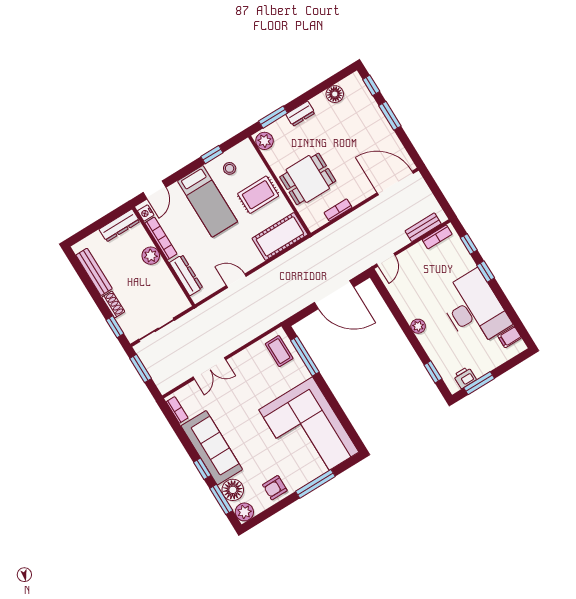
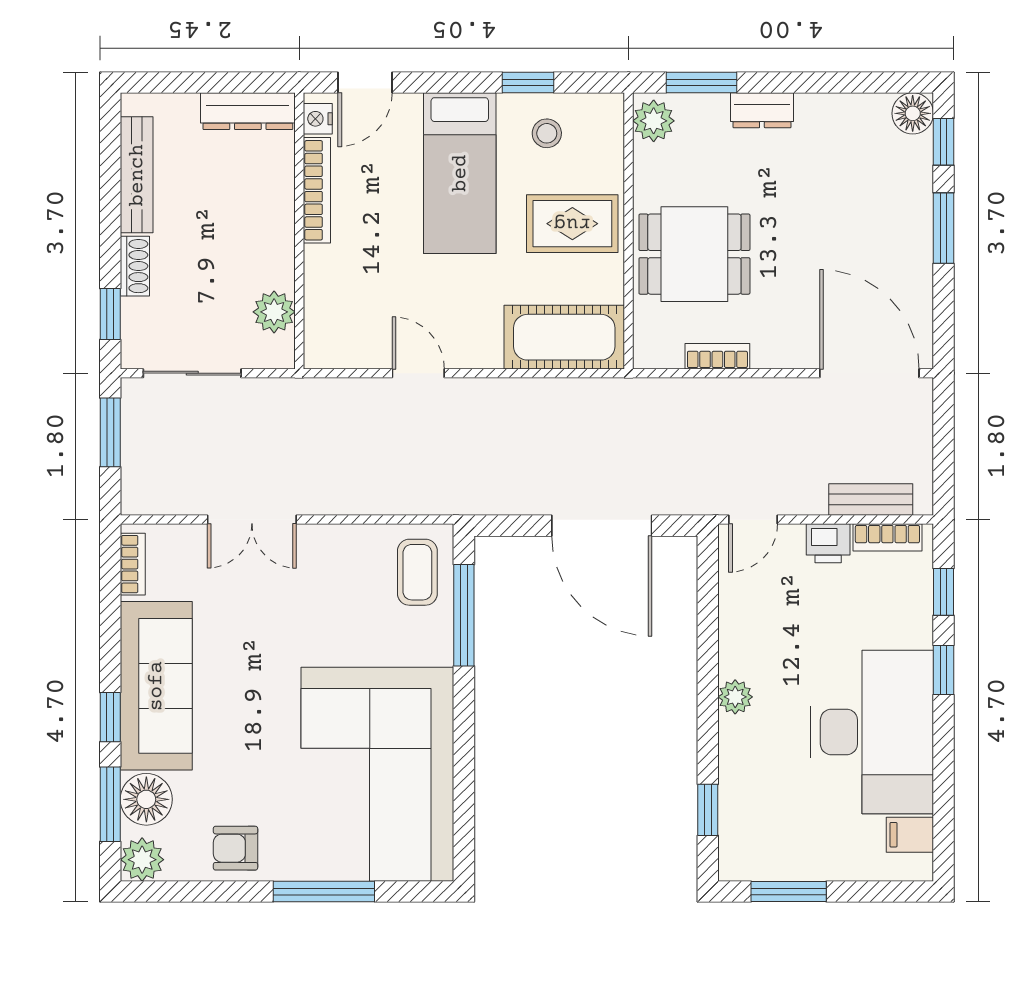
floor lamp: (335, 94) -> (913, 113), moved
plant: (151, 256) -> (274, 312), moved
dresser: (186, 275) -> (322, 298), removed
printer: (465, 377) -> (828, 543), moved, turned 180

